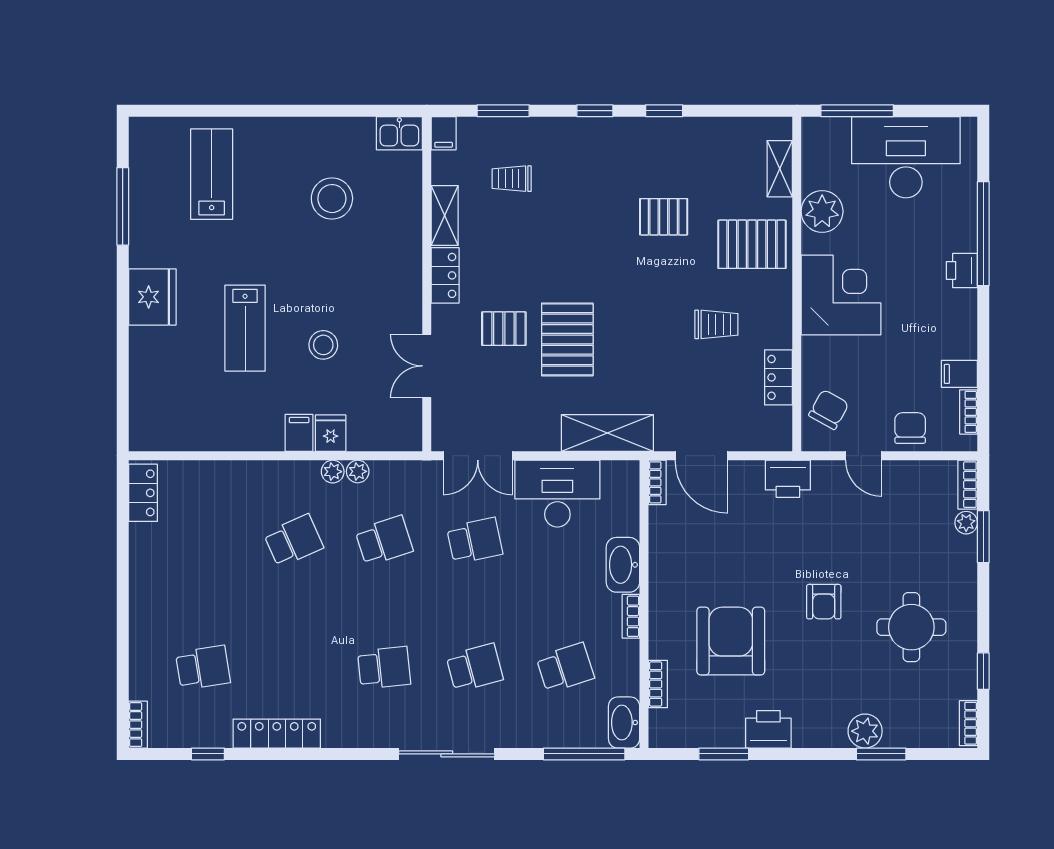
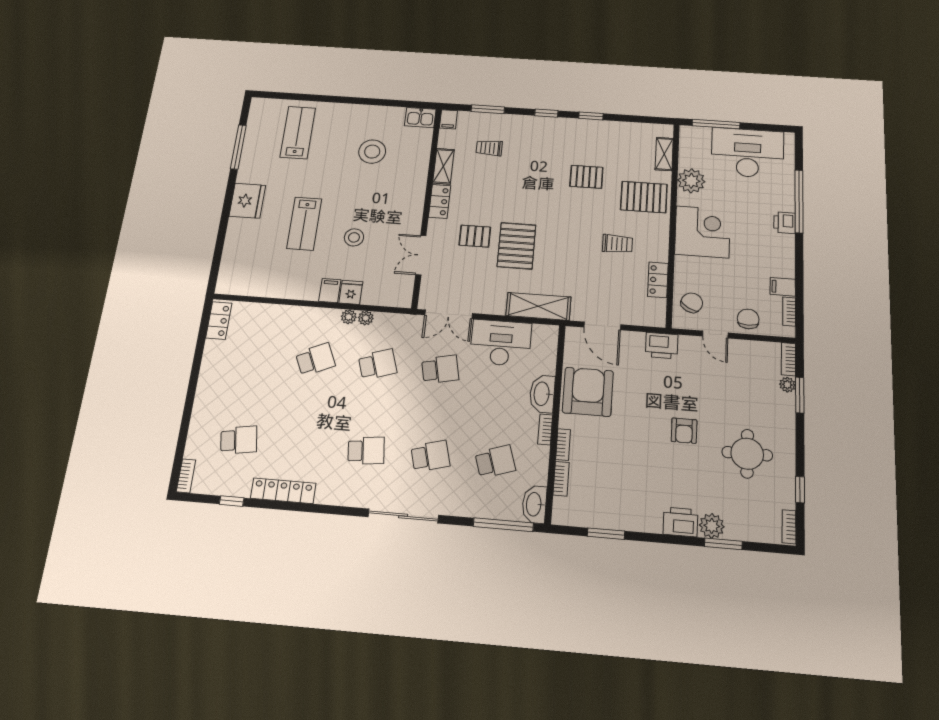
bookcase: (657, 482) -> (563, 445), moved
armchair: (731, 641) -> (588, 392), moved
printer: (768, 729) -> (680, 522), moved

